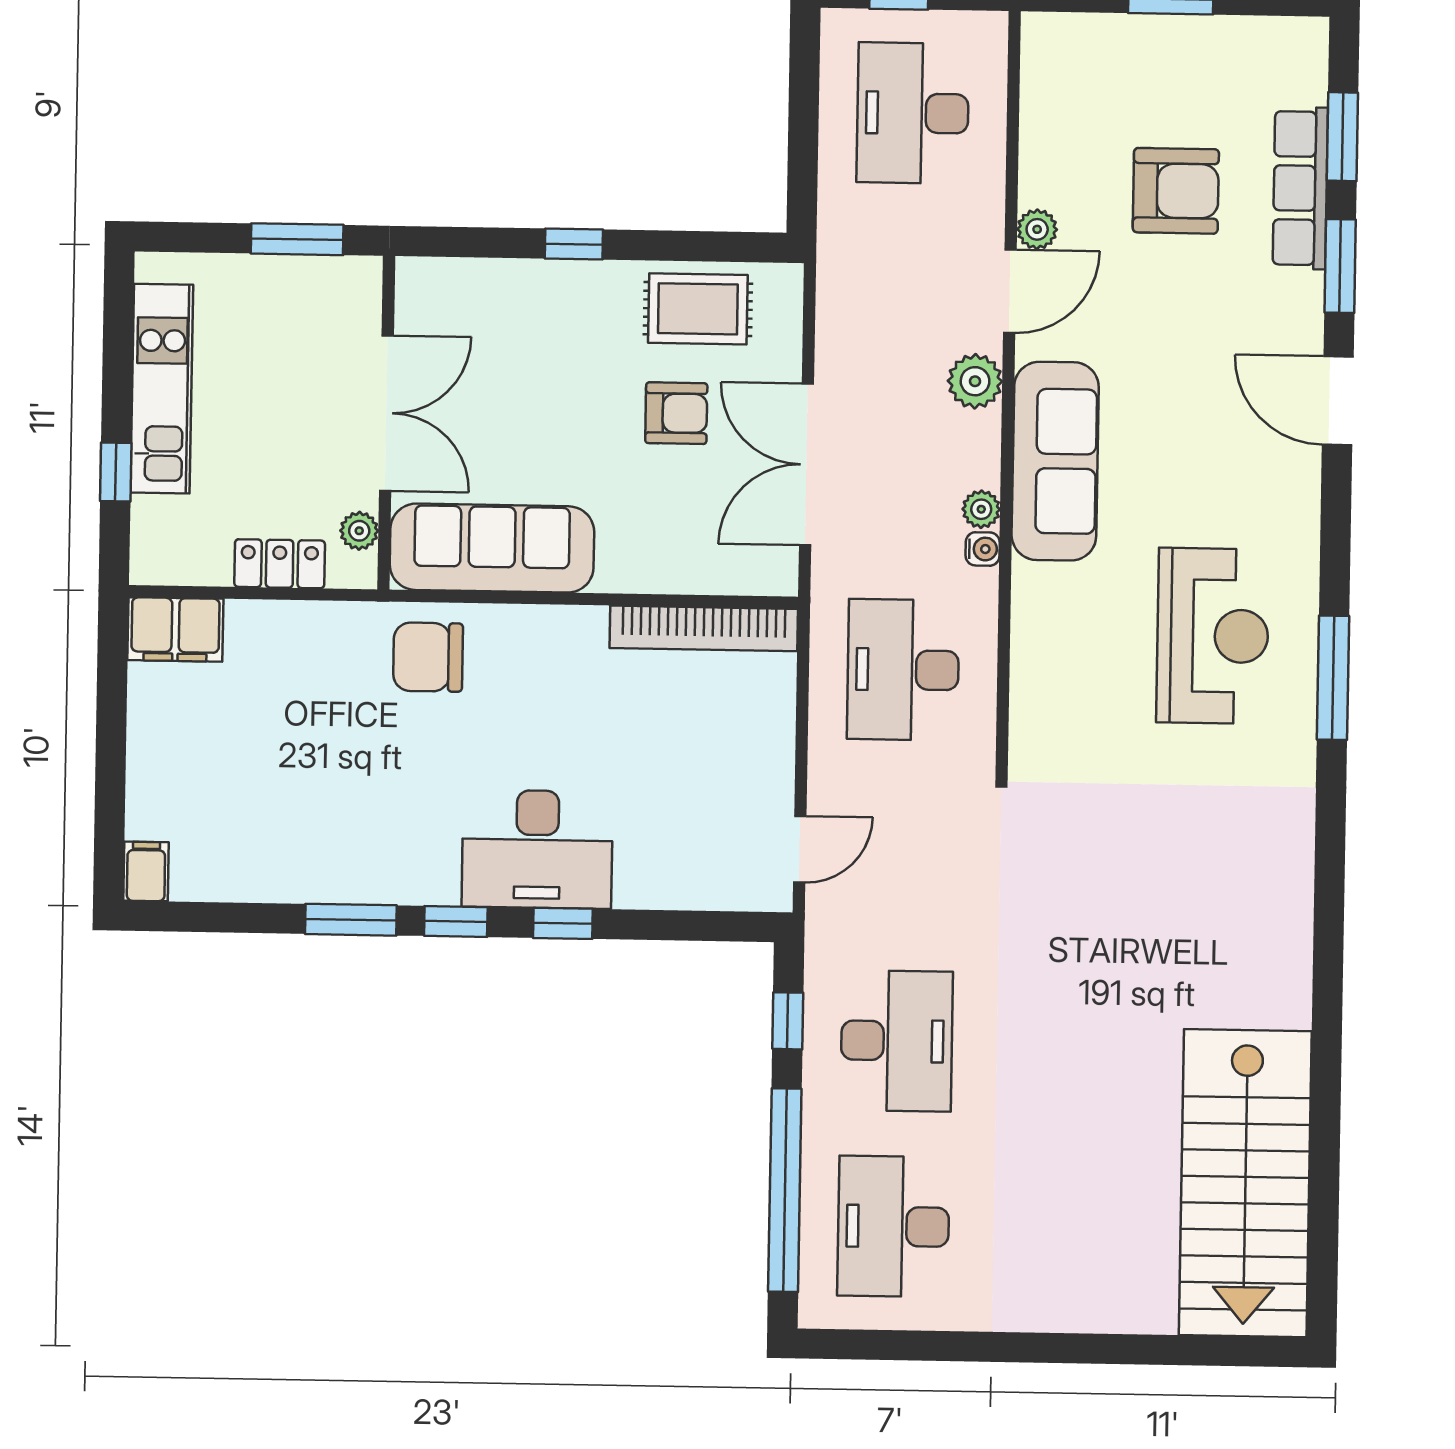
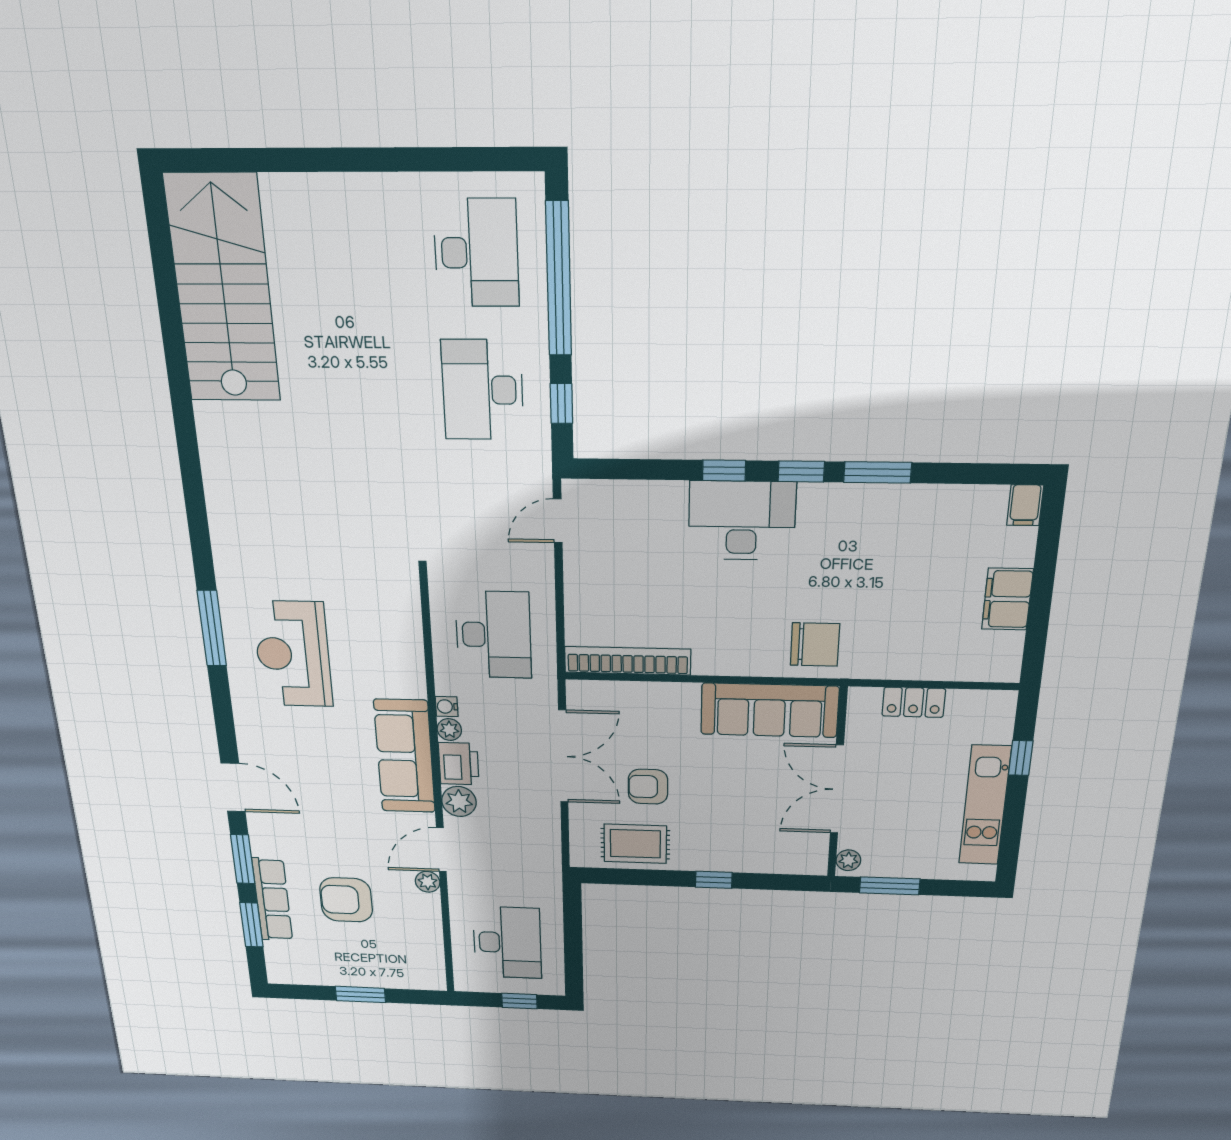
printer: (971, 449) -> (459, 764), added
plant: (359, 531) -> (848, 860), moved
filing cabinet: (175, 629) -> (1007, 599), moved, turned -90

